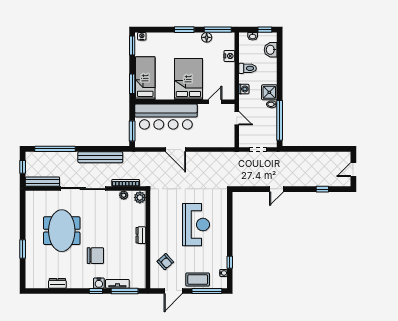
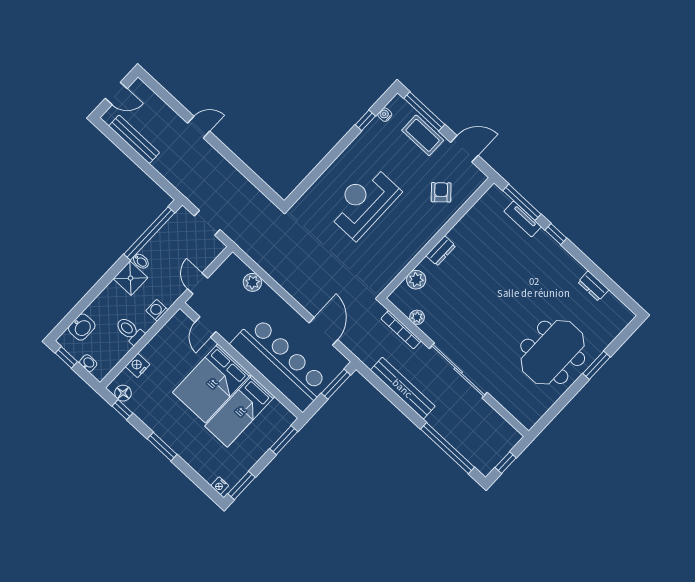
window: (218, 30) -> (122, 410), width x0.46
floor lamp: (207, 37) -> (123, 393), moved
bed: (145, 78) -> (240, 411), moved
door: (215, 102) -> (205, 327), hinge flipped
plant: (213, 142) -> (252, 282), added
door: (175, 149) -> (323, 331), moved
bench: (42, 182) -> (134, 139), moved
door: (276, 189) -> (199, 127), moved
window: (322, 189) -> (175, 105), removed
plant: (140, 197) -> (416, 280), moved
meeting table: (62, 231) -> (553, 352), moved
chair: (95, 256) -> (517, 277), removed
water cooler: (99, 283) -> (544, 240), removed

